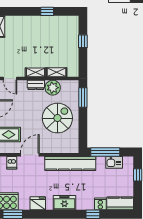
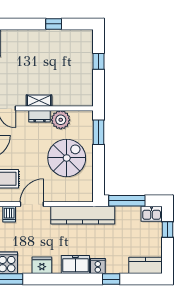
shelving: (57, 72) -> (66, 101), removed
kitchen sink: (114, 162) -> (152, 214), moved
cooker: (100, 204) -> (98, 266), moved

